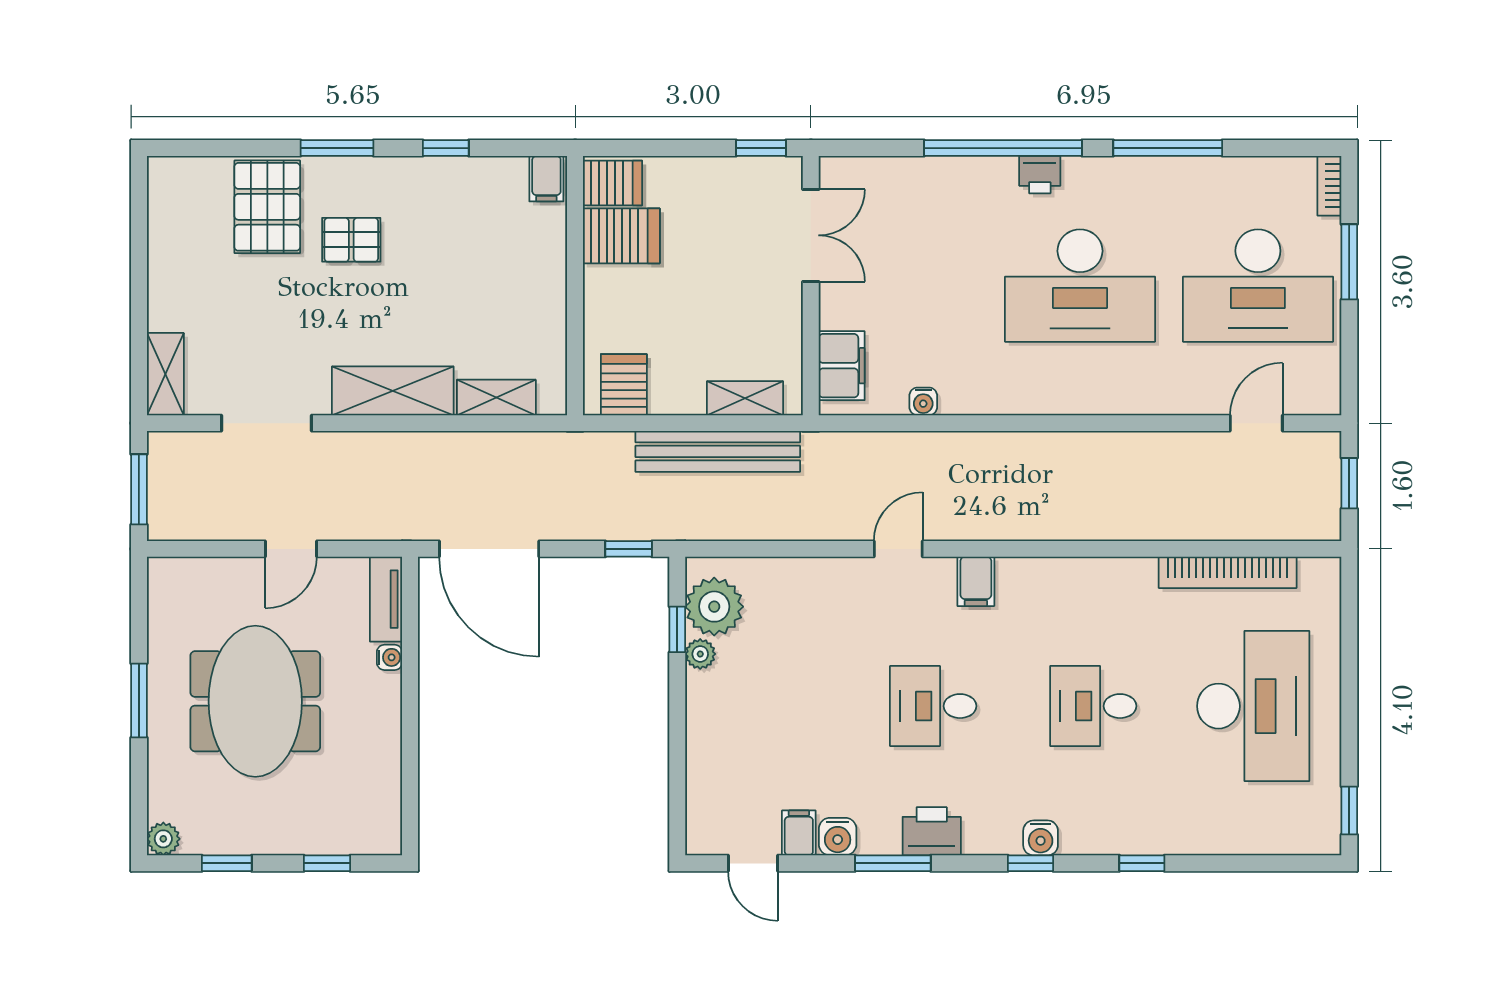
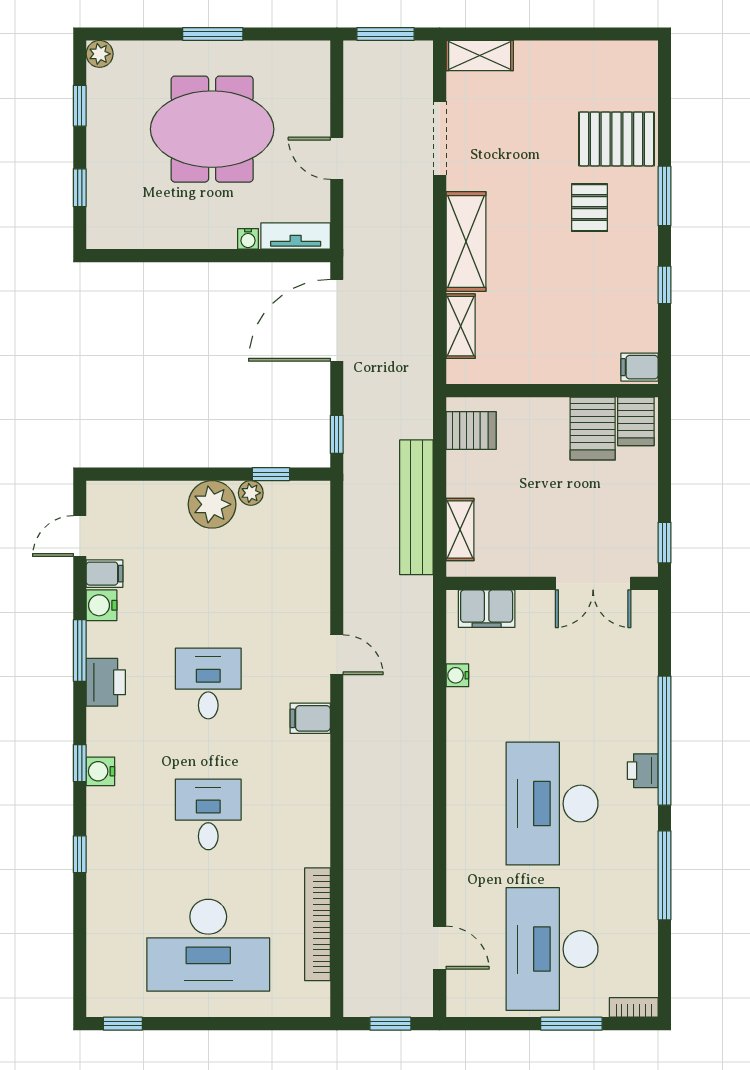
plant: (714, 607) -> (212, 504), moved

